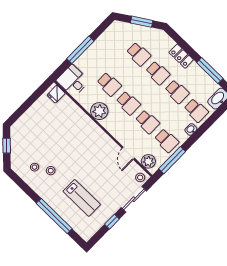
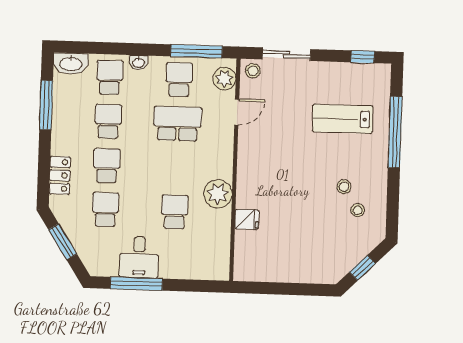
window: (80, 50) -> (136, 284), moved
locker: (181, 56) -> (60, 175), moved
desk: (73, 81) -> (139, 257), moved
fridge: (56, 94) -> (247, 219), moved
school desk: (128, 103) -> (176, 168), removed
school desk: (147, 122) -> (178, 124), width x1.85
lab bench: (82, 198) -> (343, 119), turned -90
window: (112, 222) -> (363, 57), moved

